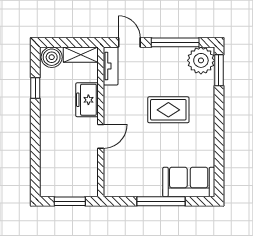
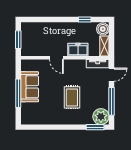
sofa: (189, 182) -> (30, 87), moved

